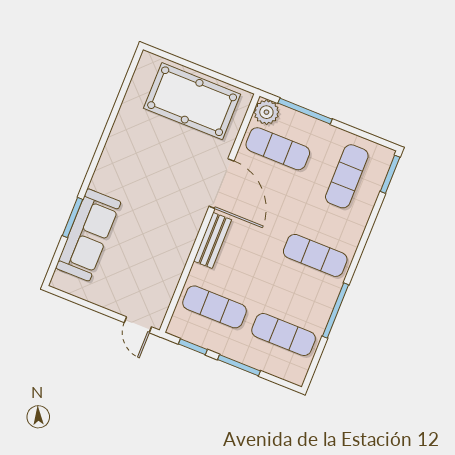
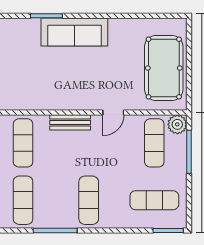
door: (221, 184) -> (113, 113), width x0.53
sofa: (88, 235) -> (74, 32), moved

